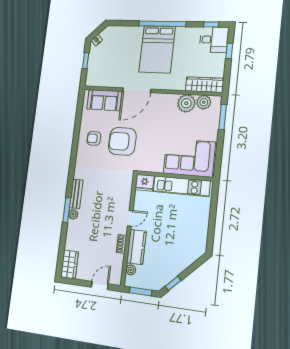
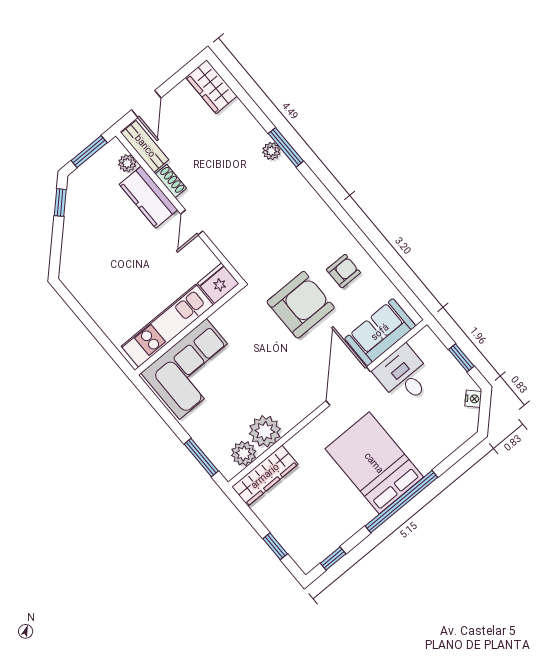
desk: (214, 40) -> (404, 375), moved, turned 90
bench: (76, 194) -> (145, 146), moved

